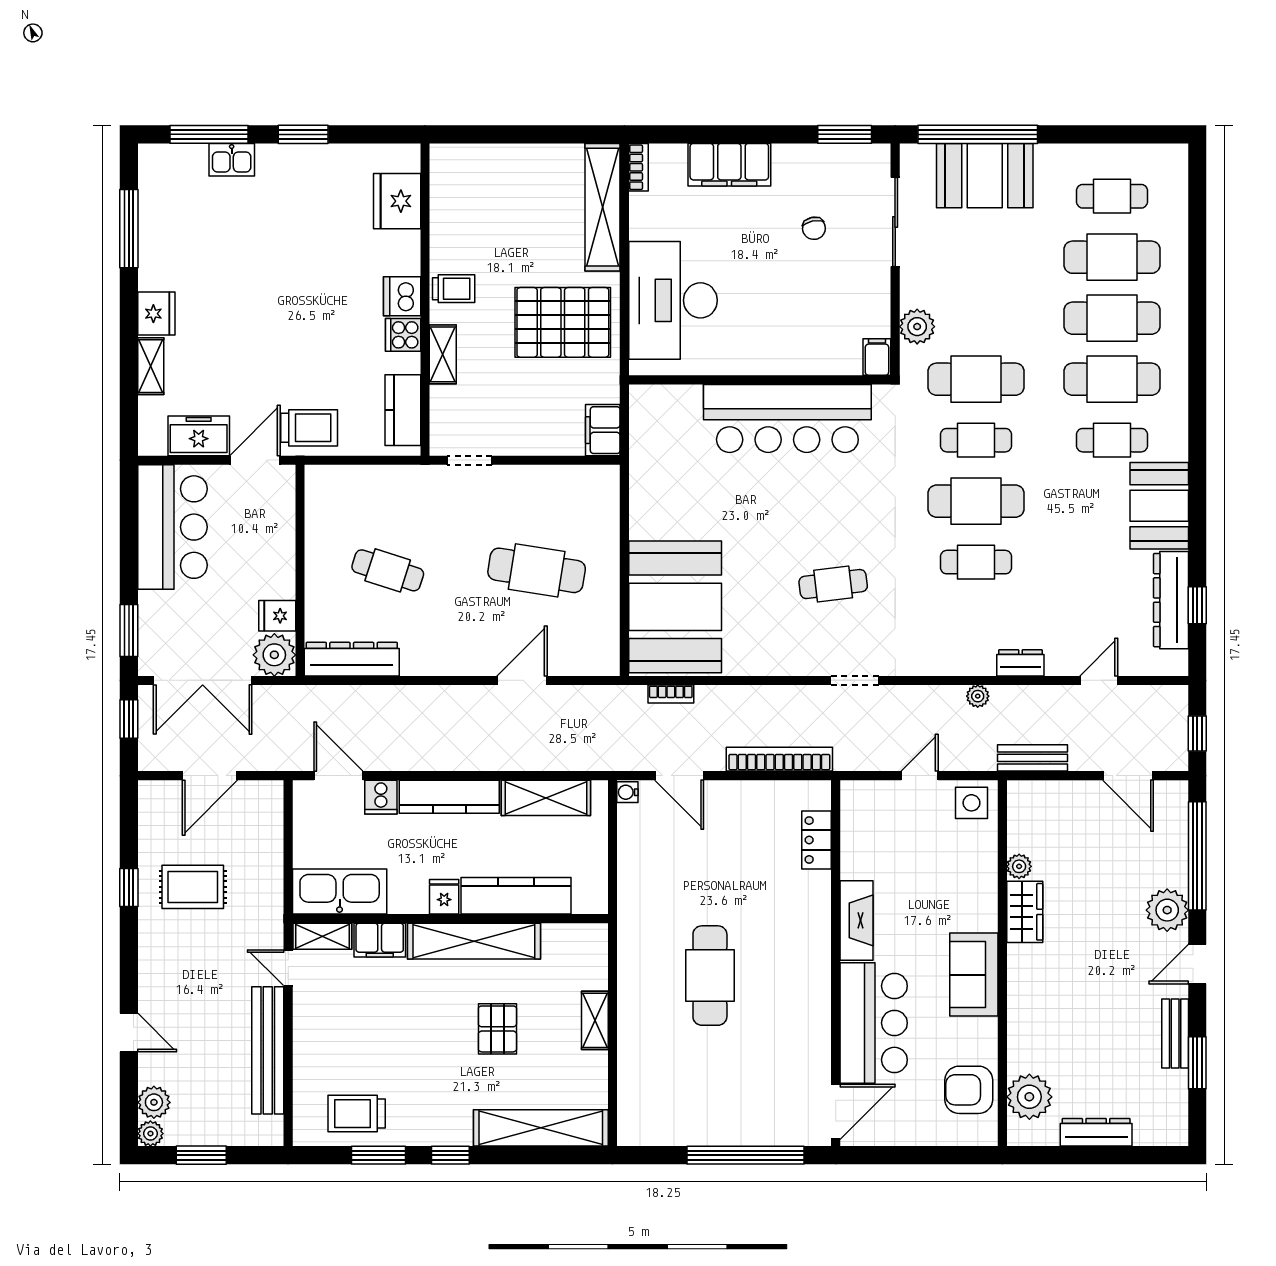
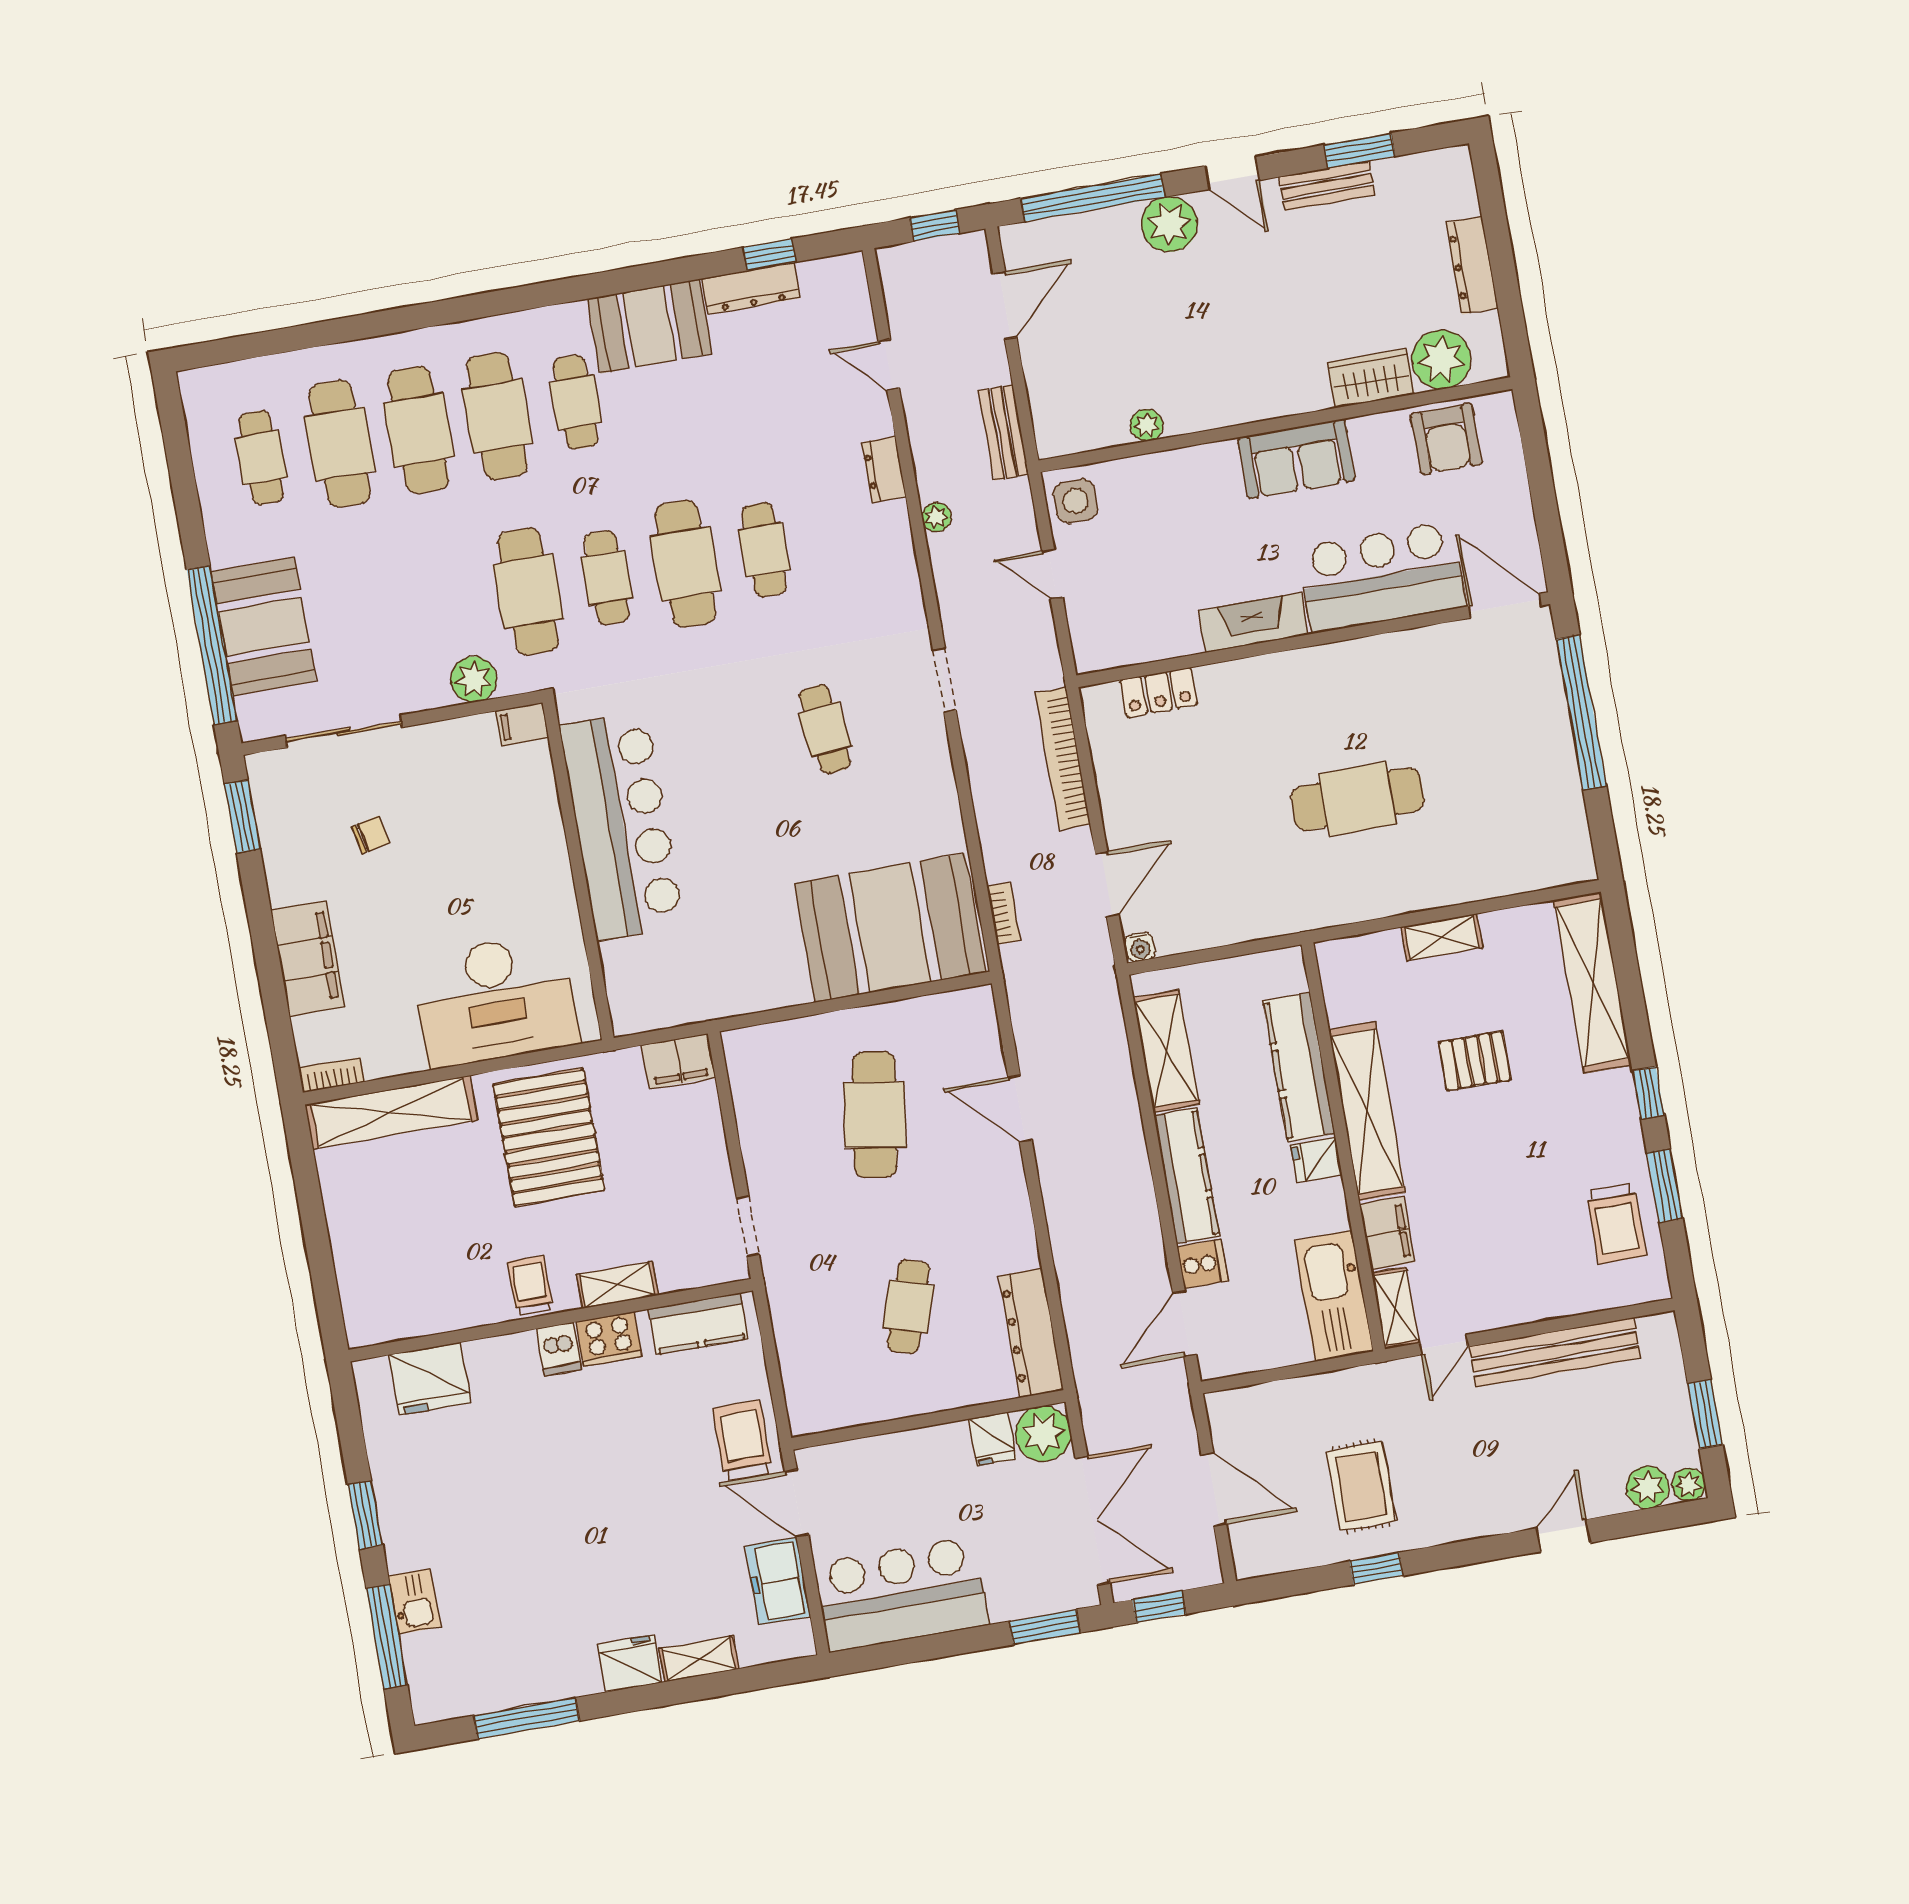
dishwasher: (402, 296) -> (559, 1349), width x0.73
cooker: (403, 335) -> (609, 1339), width x1.36
dresser: (1171, 600) -> (751, 288), width x0.73, depth x0.80
wardrobe: (1025, 912) -> (1371, 378), moved

